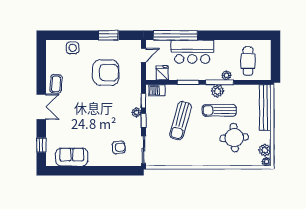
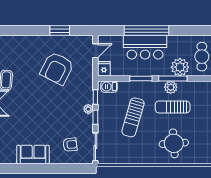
window: (175, 35) -> (146, 30), moved
side table: (73, 48) -> (23, 43), removed
armchair: (106, 73) -> (57, 68), turned 117
fridge: (162, 73) -> (104, 69), moved
plant: (227, 75) -> (180, 67), width x1.87, depth x1.87
round table: (234, 138) -> (174, 143), moved
sofa: (72, 157) -> (33, 154), moved

